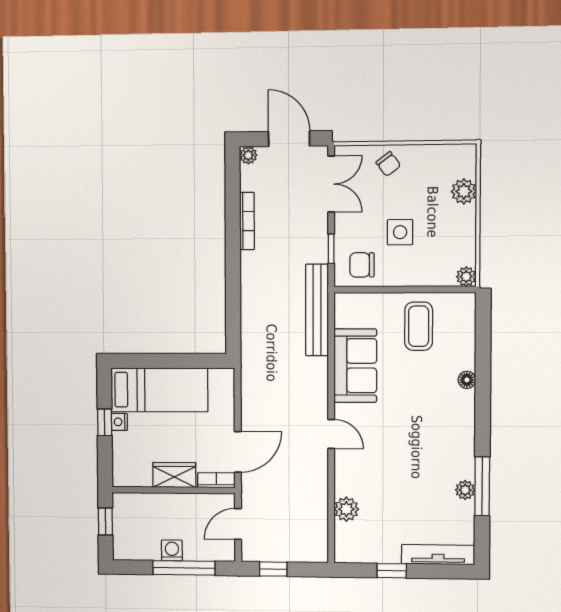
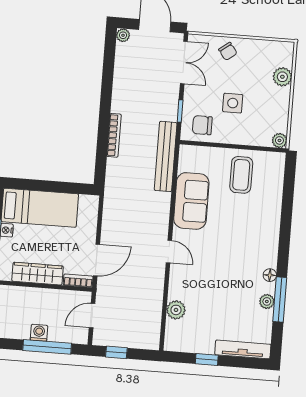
bookcase: (247, 221) -> (114, 135), moved
floor lamp: (467, 380) -> (270, 275), moved
wardrobe: (174, 475) -> (38, 274), width x1.50

